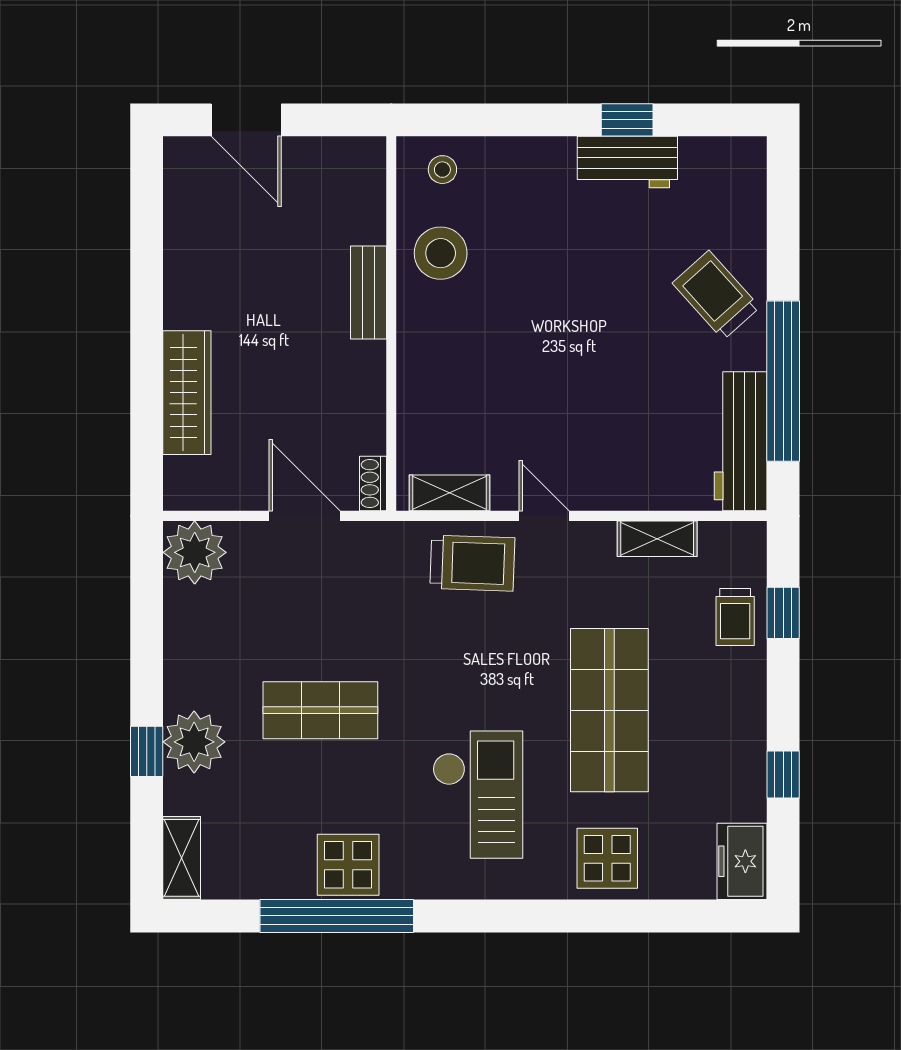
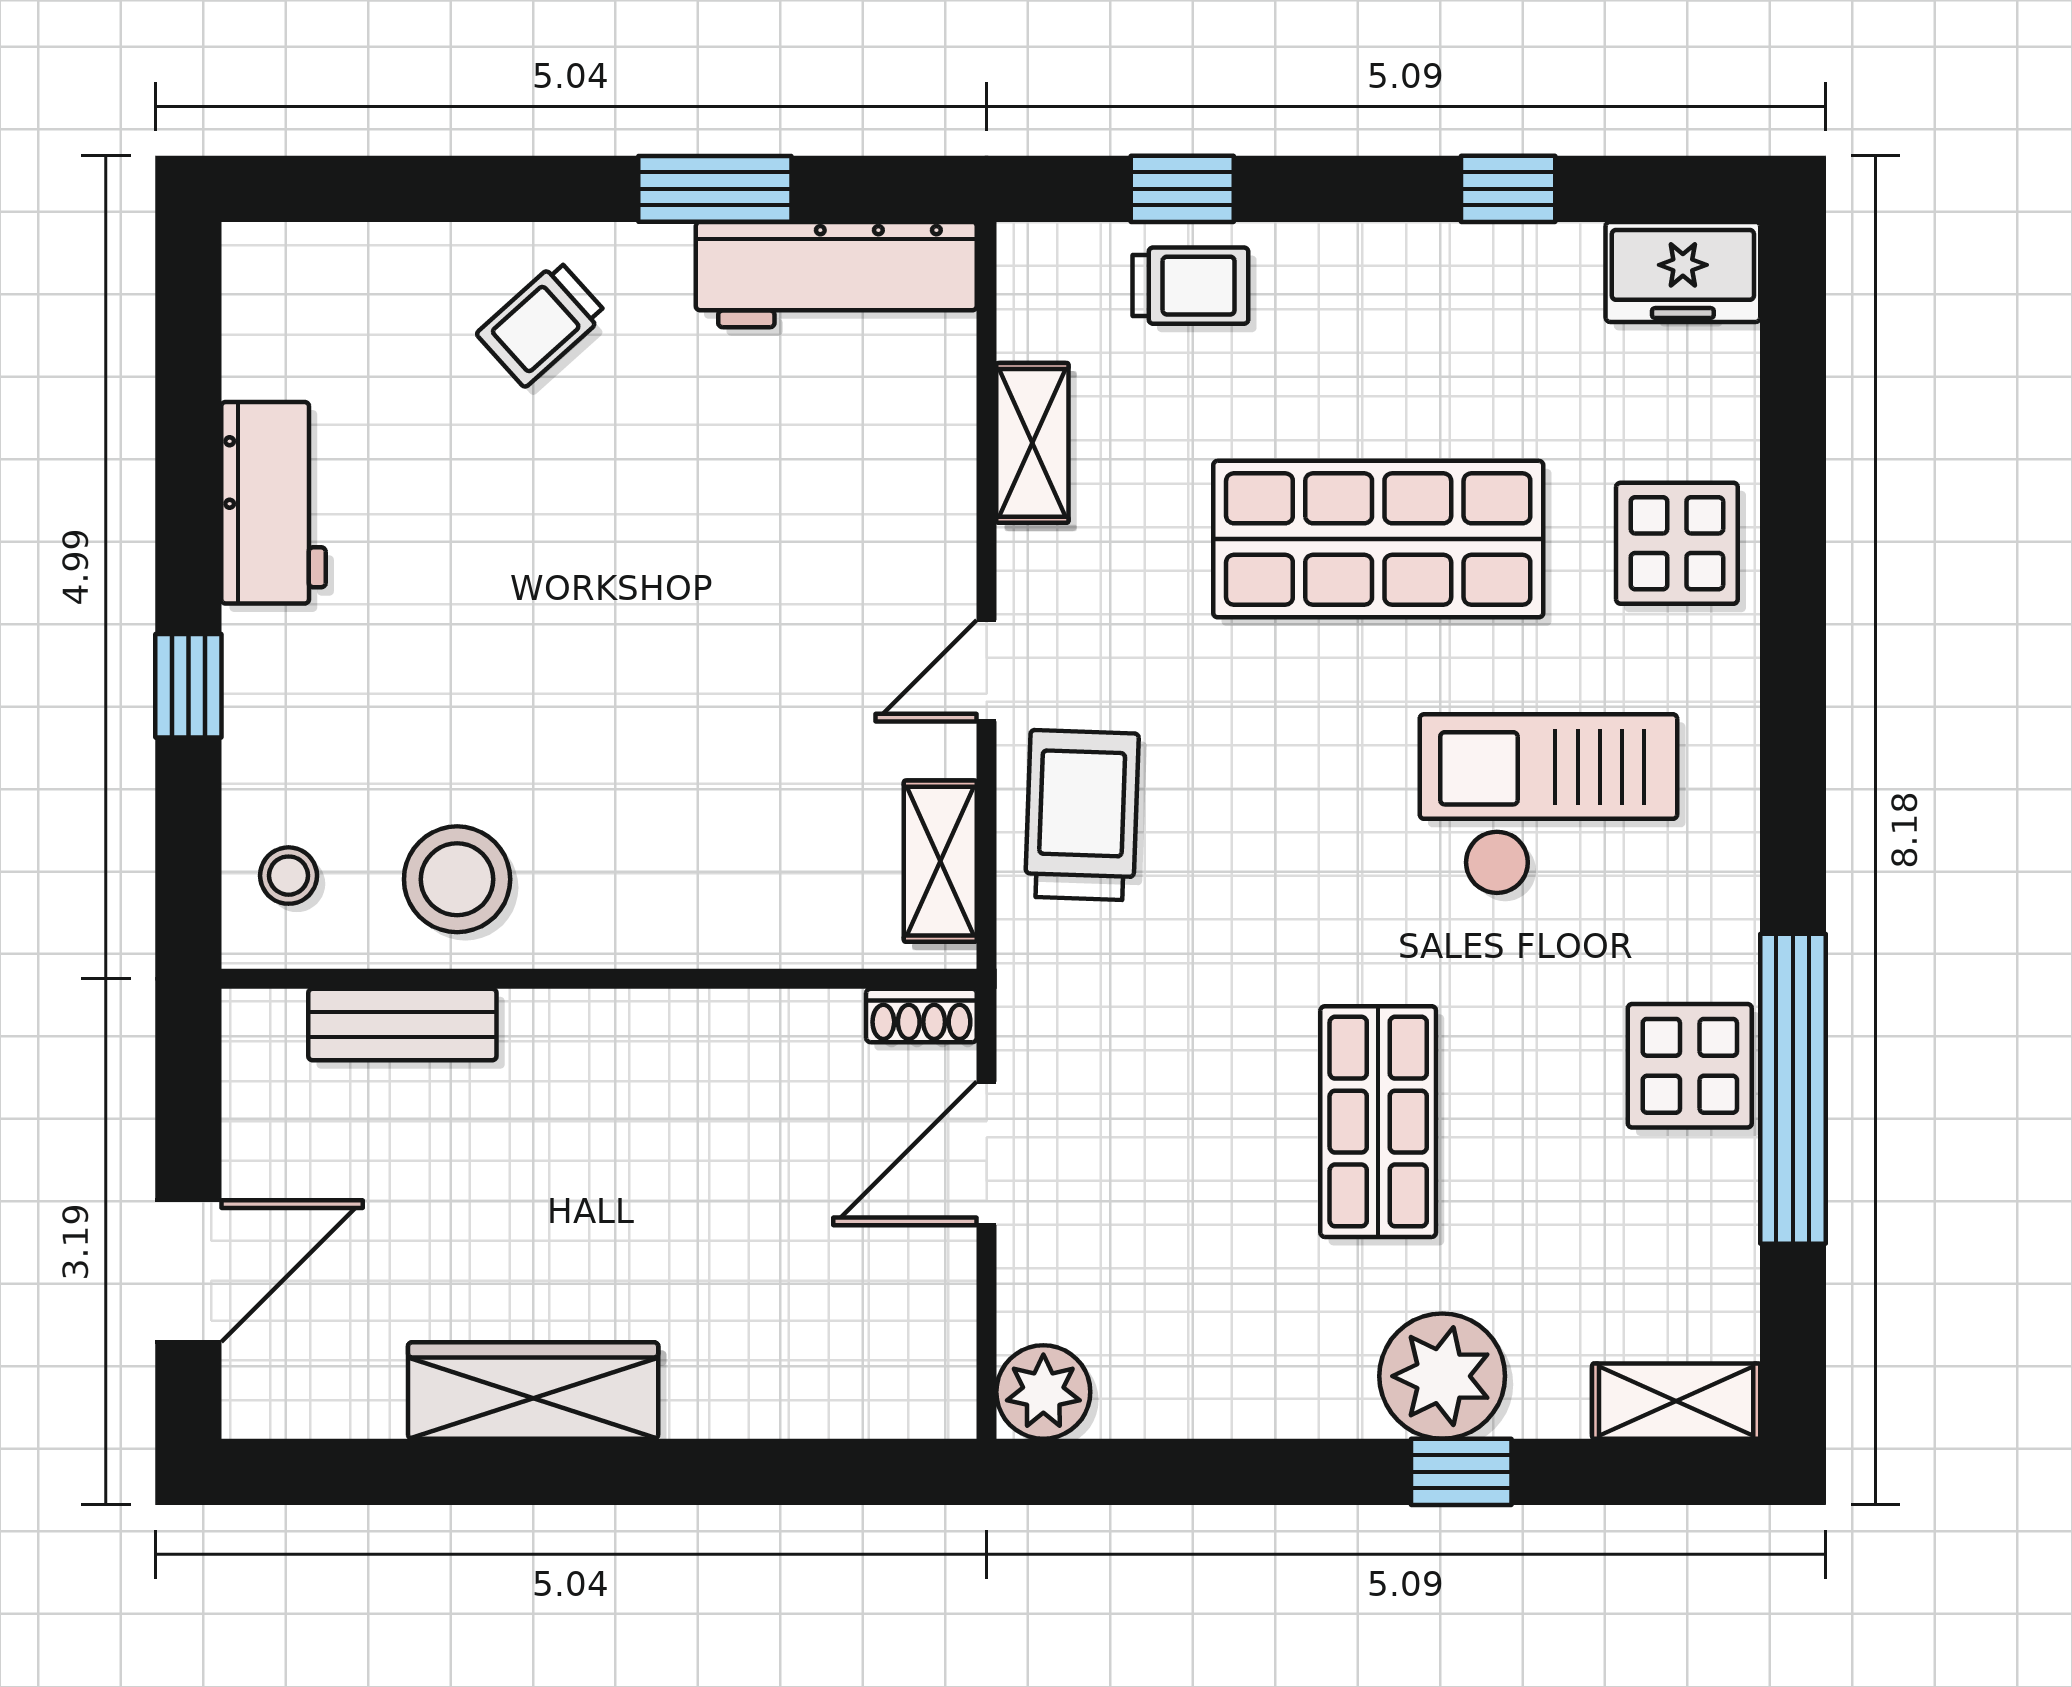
window: (627, 120) -> (188, 686), moved
bench: (369, 293) -> (402, 1025), moved
trolley: (716, 295) -> (541, 324), width x0.73, depth x0.72
window: (783, 381) -> (715, 189), width x0.47
wardrobe: (187, 393) -> (533, 1391), moved
plant: (195, 552) -> (1043, 1392), width x0.73, depth x0.73

